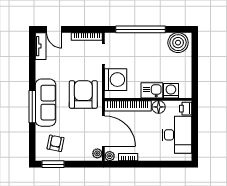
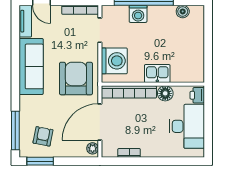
boiler: (178, 43) -> (183, 11), width x0.54, depth x0.54
washing machine: (171, 91) -> (138, 14), moved, turned 180
sofa: (46, 103) -> (31, 66), moved
window: (32, 107) -> (15, 131), moved
door: (103, 131) -> (100, 122), swing flipped
plant: (110, 156) -> (107, 152), removed

